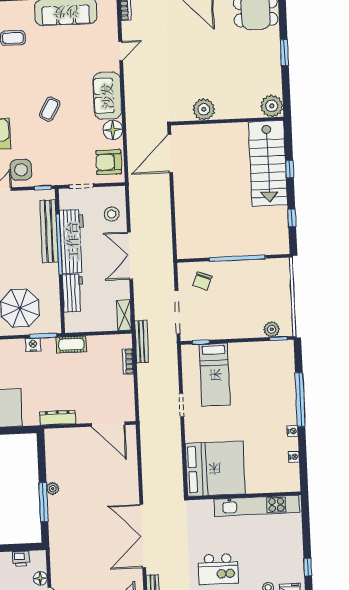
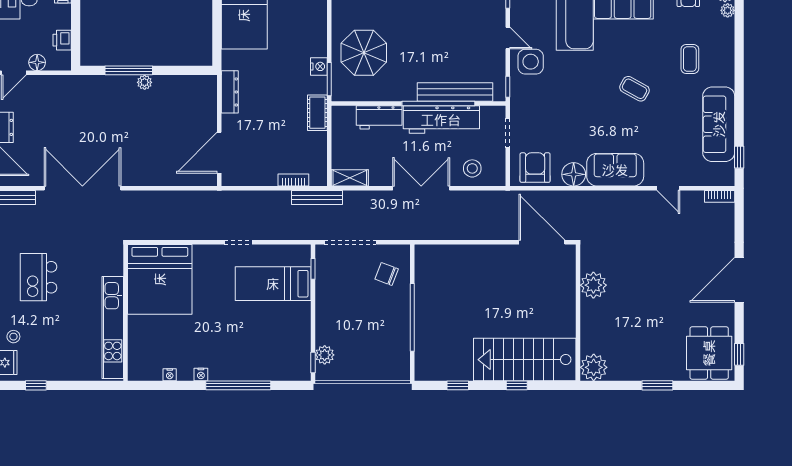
coffee table: (50, 109) -> (634, 89), moved

